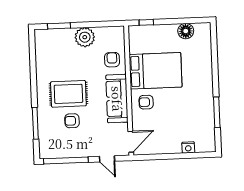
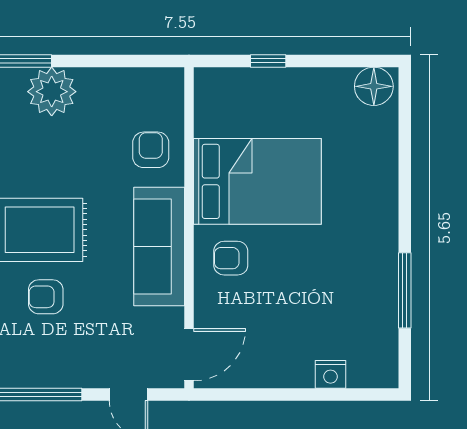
window: (146, 22) -> (268, 61), moved
floor lamp: (186, 31) -> (374, 86), moved
plant: (85, 37) -> (52, 92), moved

